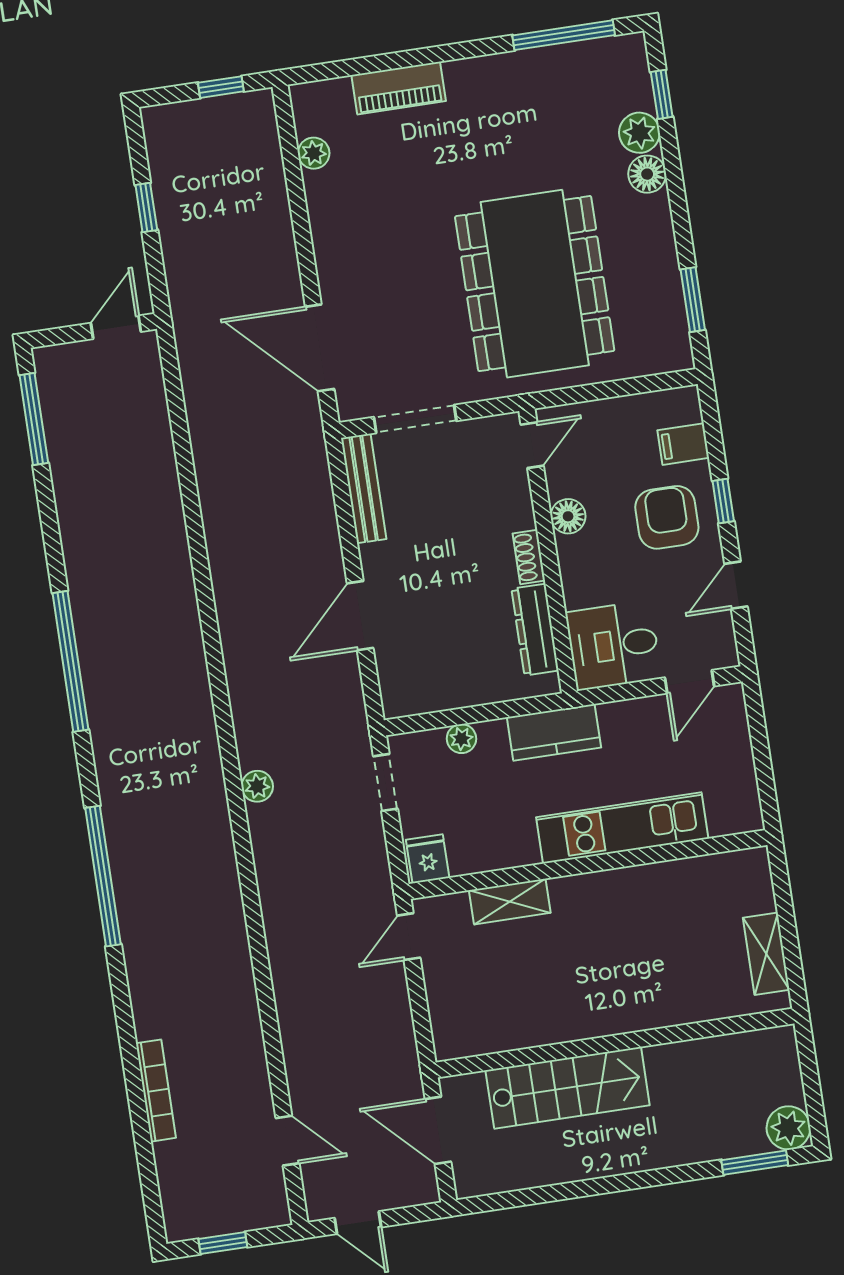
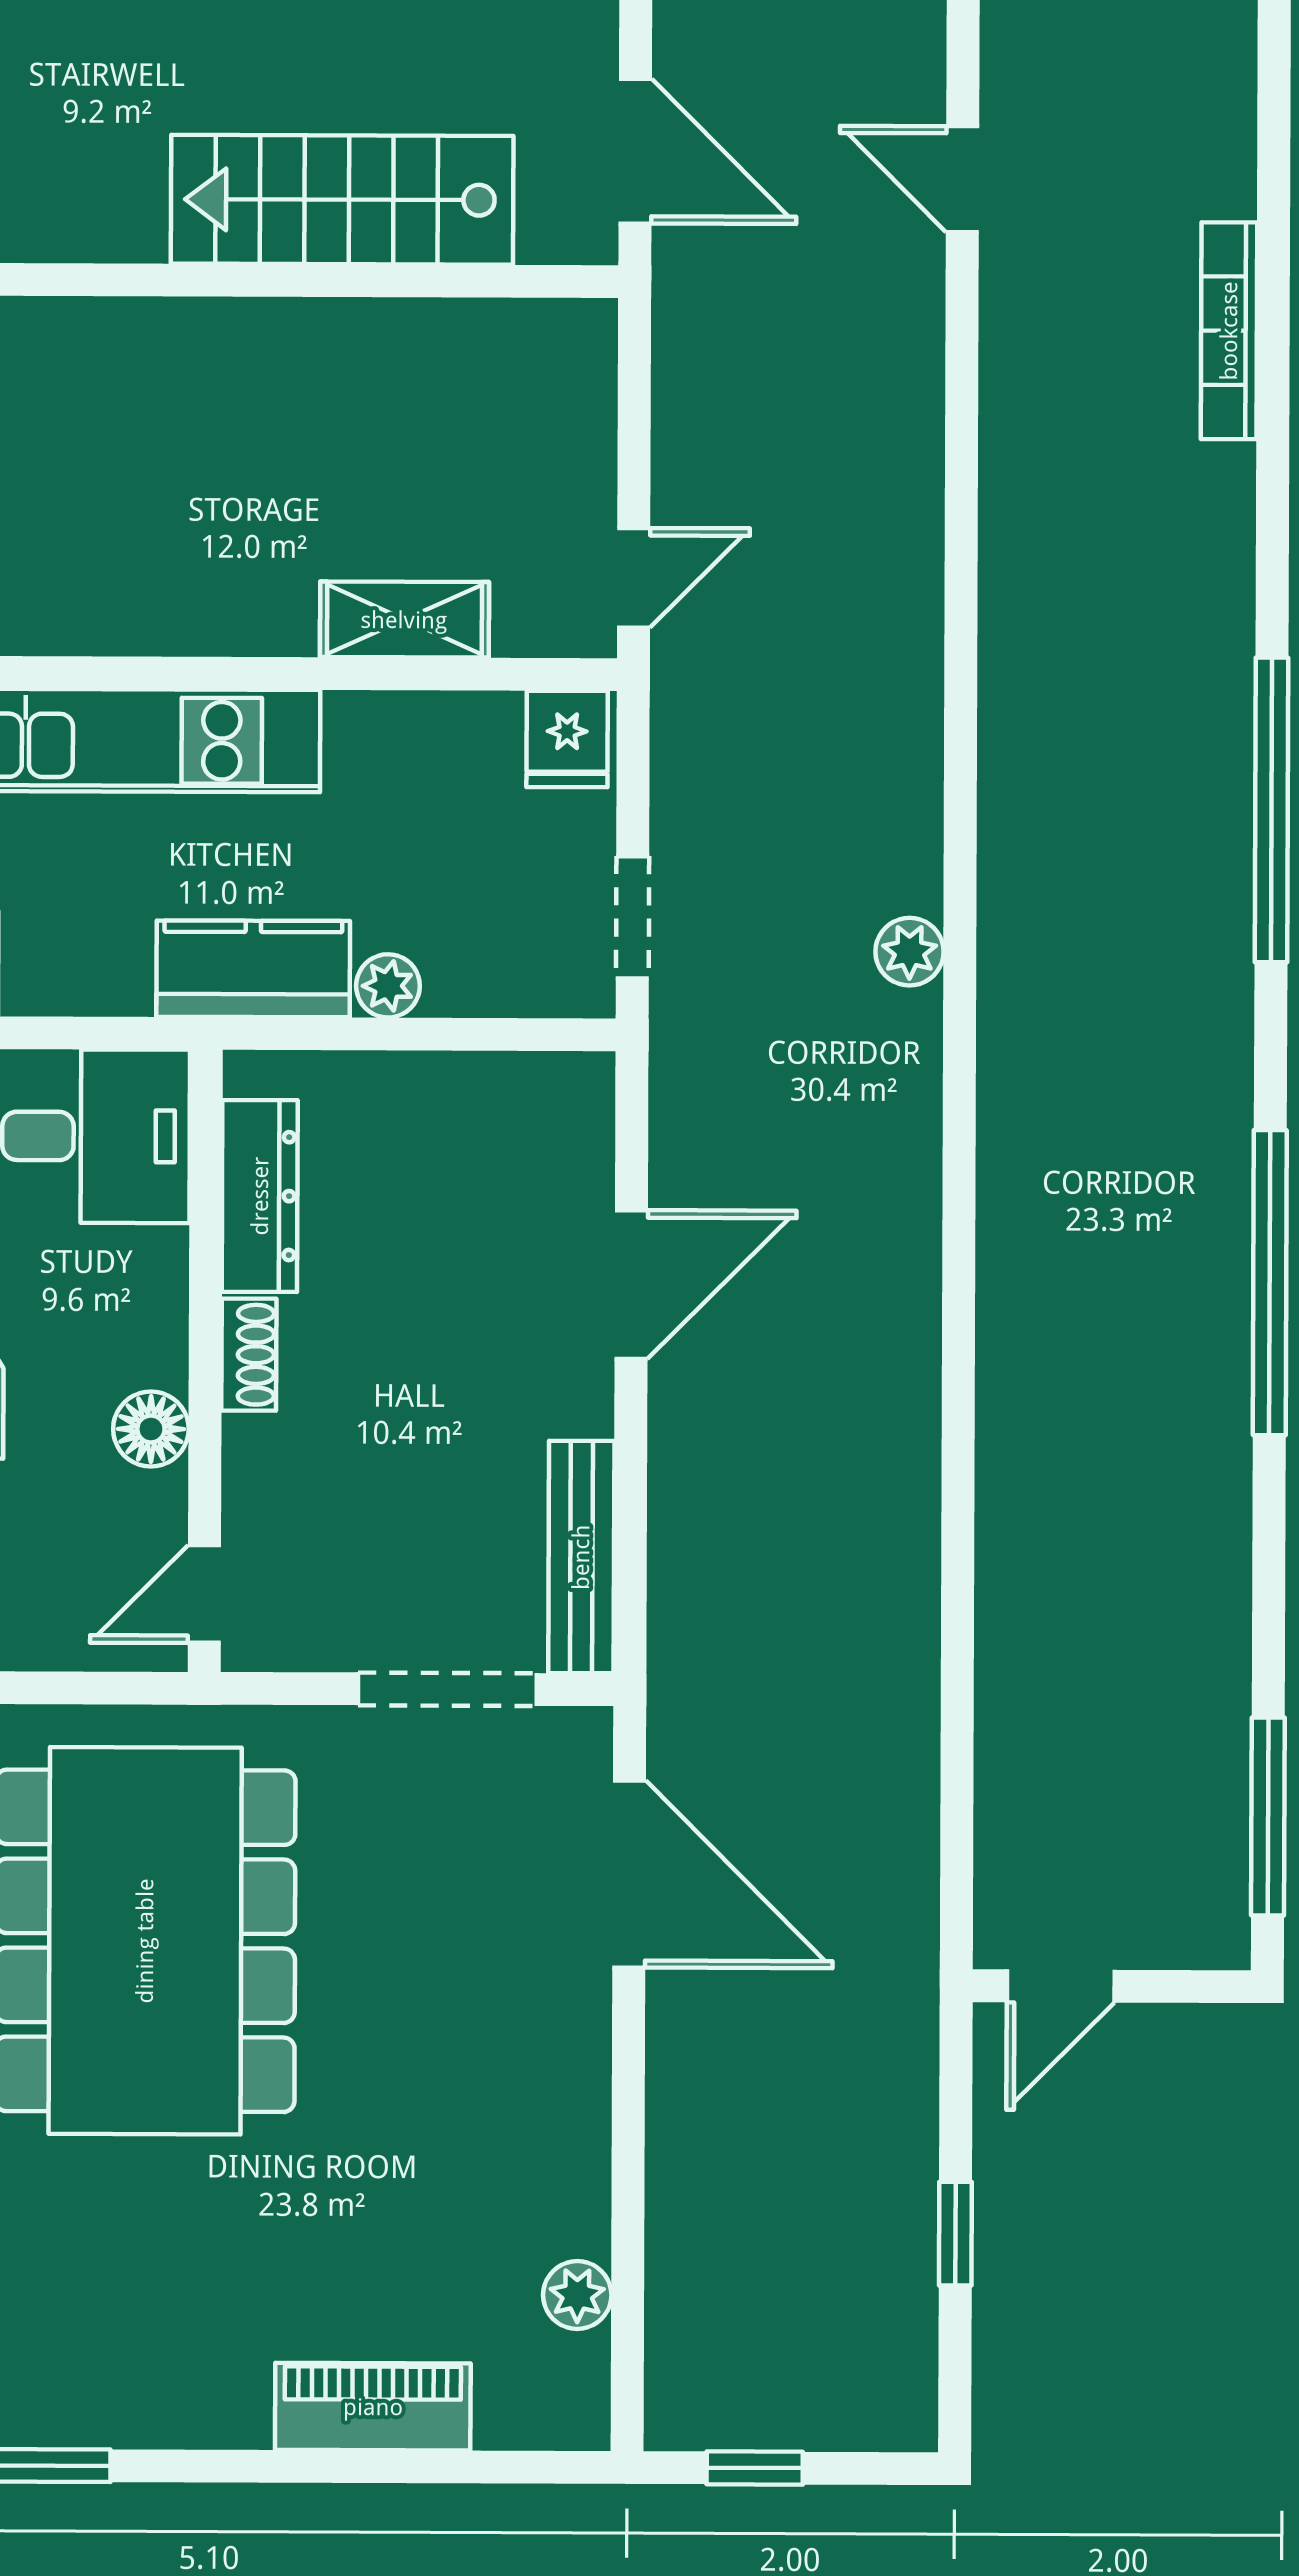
plant: (461, 739) -> (388, 986), moved

